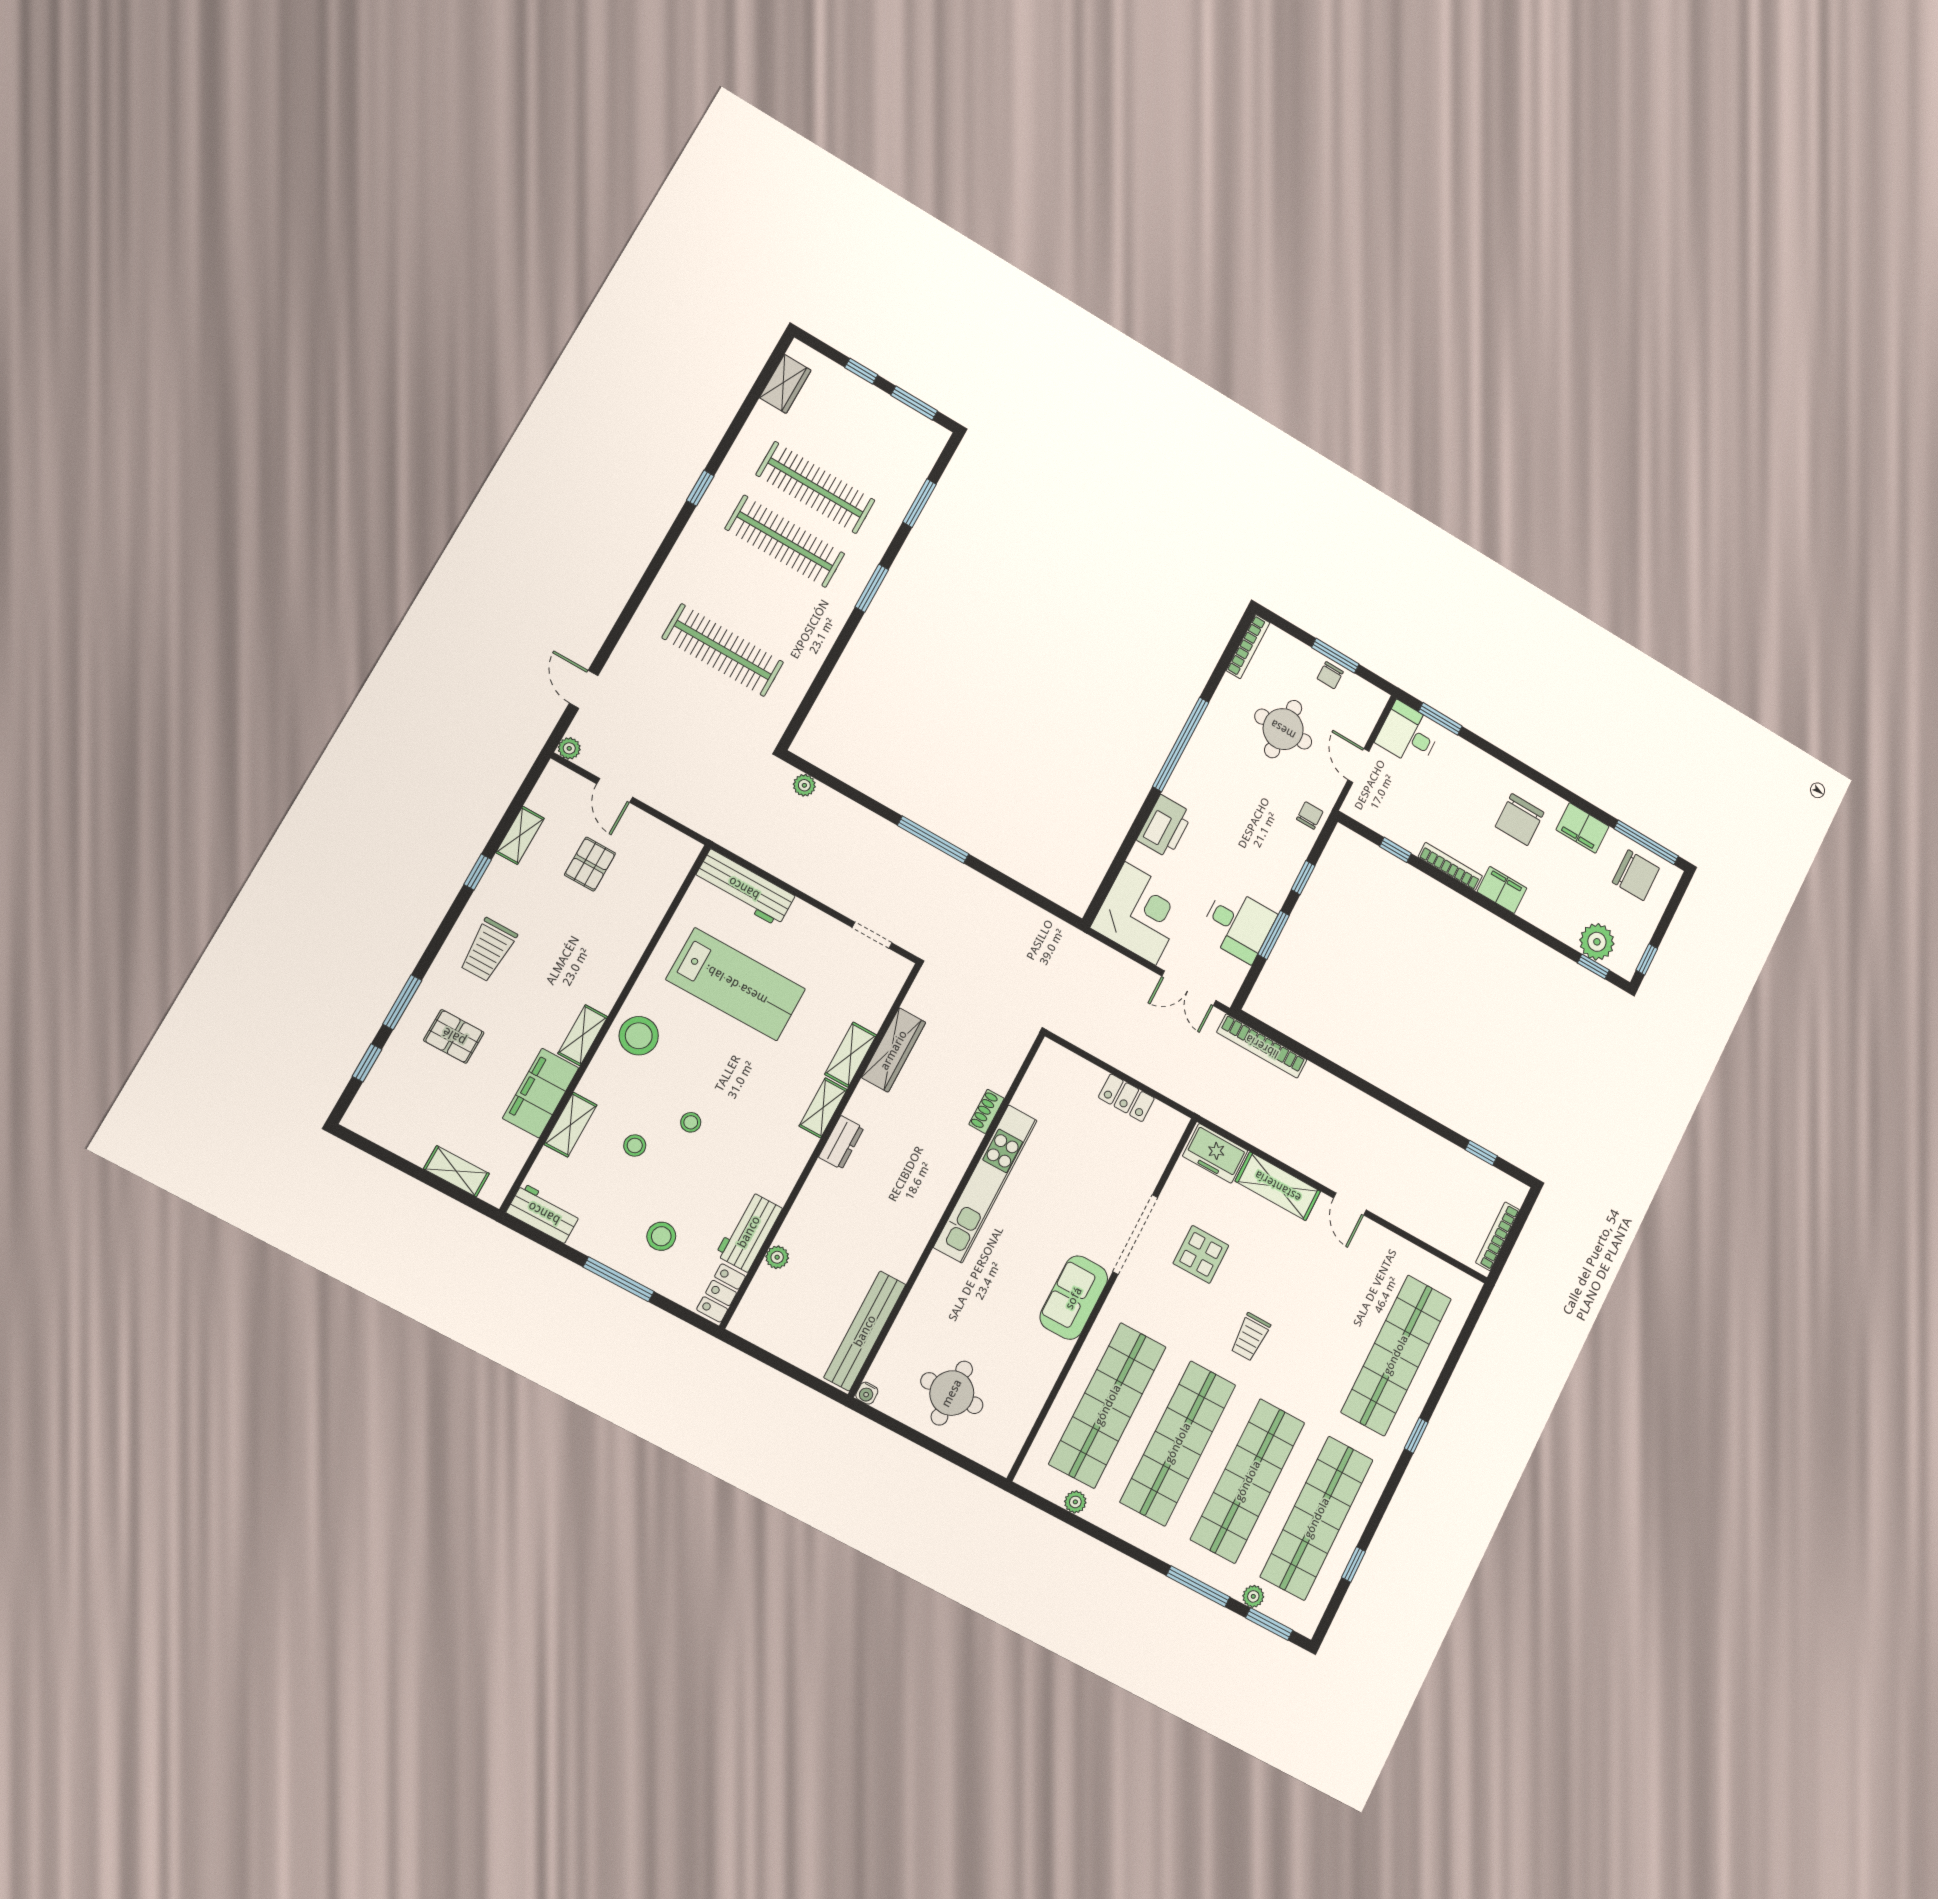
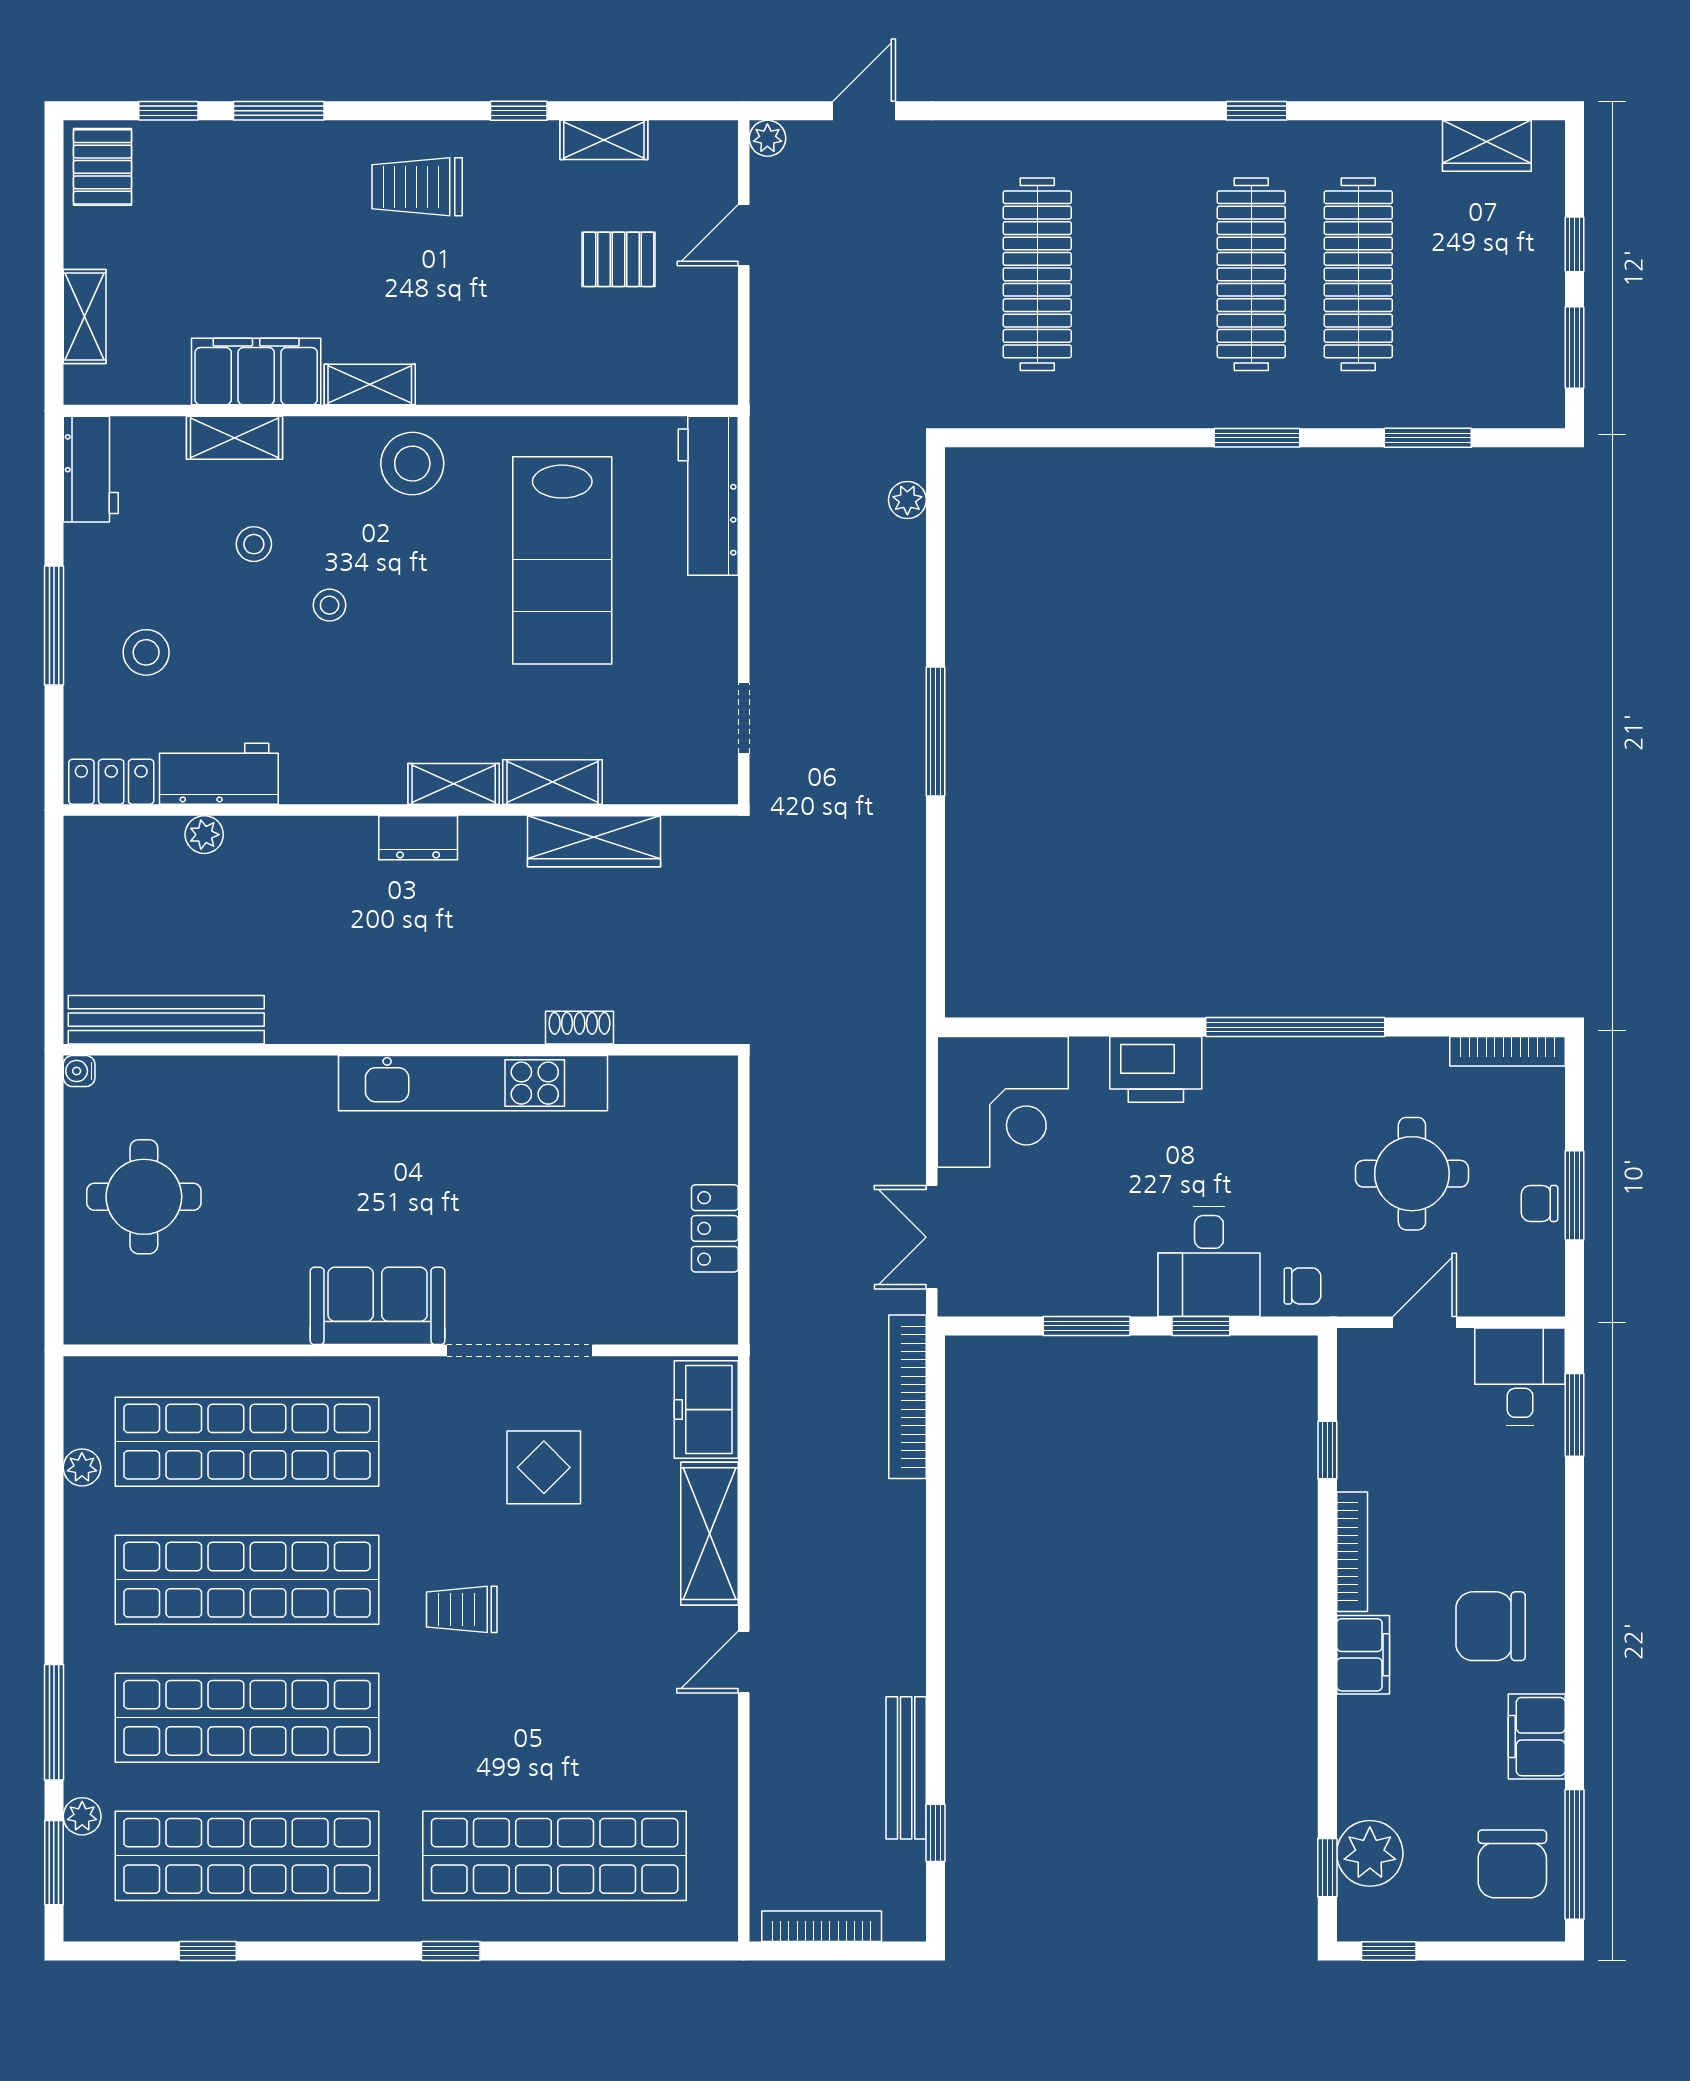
desk: (1238, 924) -> (1209, 1262), moved
pallet: (454, 1036) -> (103, 167), moved
bench: (1443, 1150) -> (906, 1768), added

